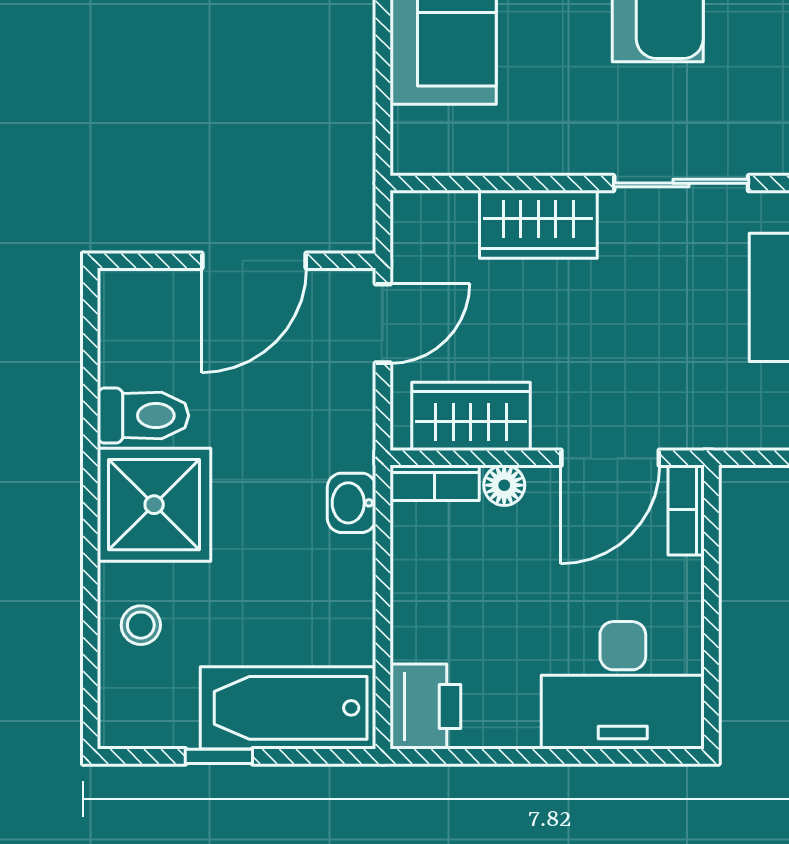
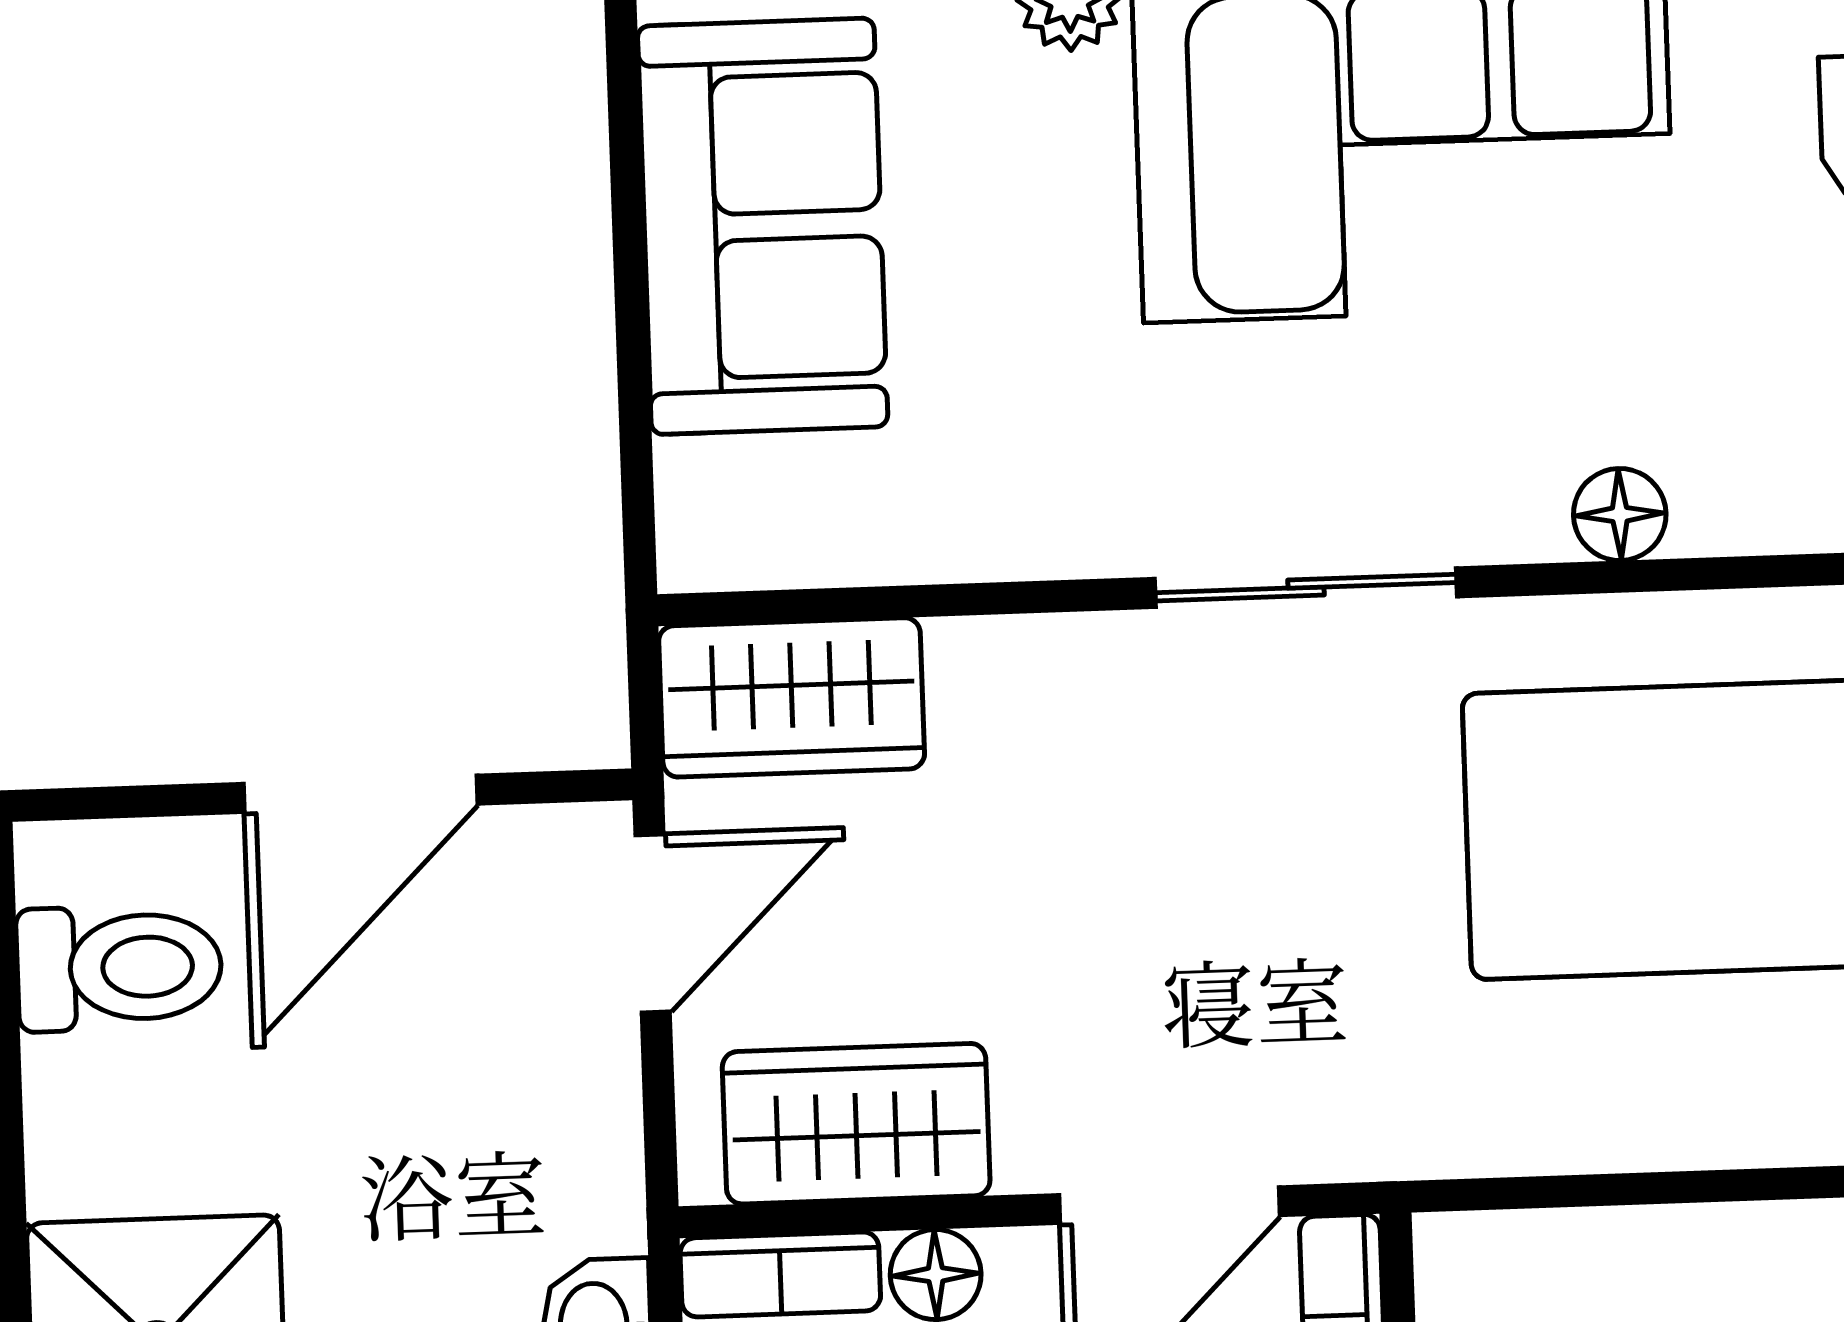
wardrobe: (538, 224) -> (792, 697), moved
toilet: (143, 416) -> (119, 968), moved

